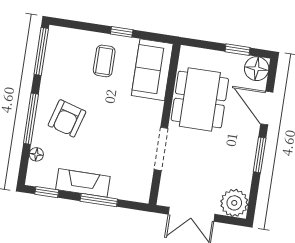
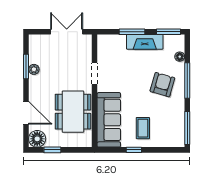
sofa: (152, 70) -> (109, 120), width x1.36
doorway: (161, 149) -> (95, 74), width x0.73
window: (260, 155) -> (26, 66), moved
window: (47, 192) -> (169, 32), width x1.50
plant: (234, 203) -> (34, 69), moved, width x0.53, depth x0.53

